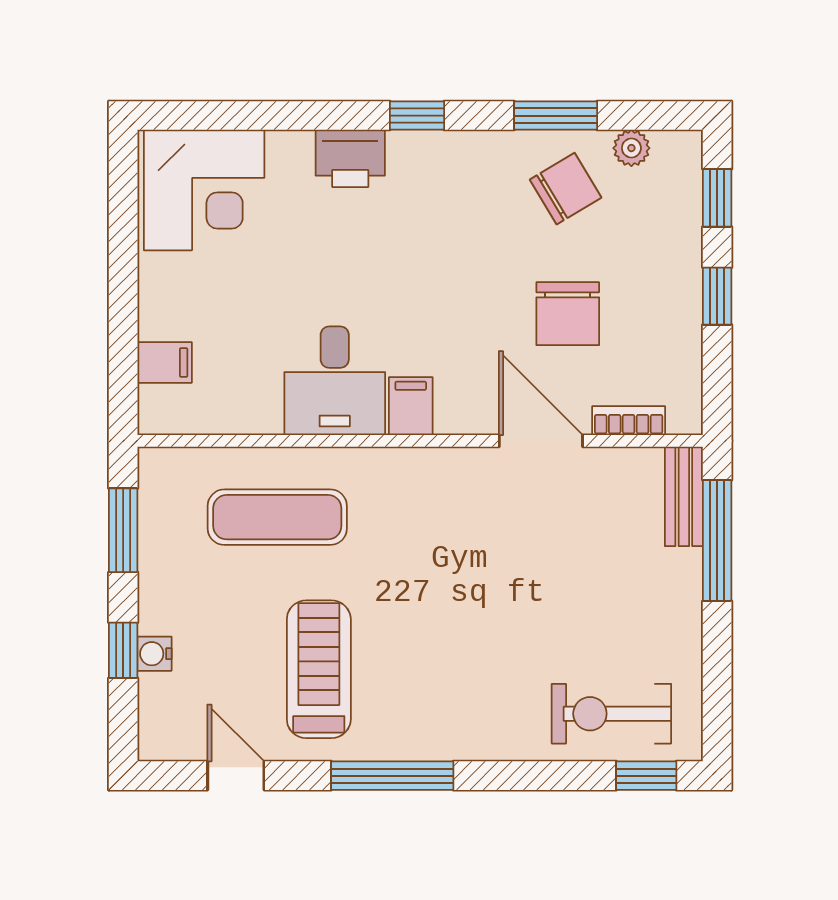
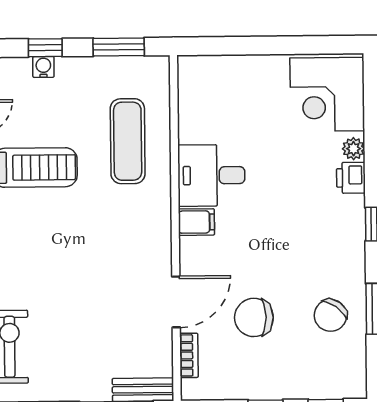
plant: (631, 148) -> (353, 149), moved
printer: (350, 158) -> (351, 178), width x0.73, depth x0.81
chair: (566, 189) -> (330, 315), turned 67
filing cabinet: (165, 362) -> (222, 71), removed

